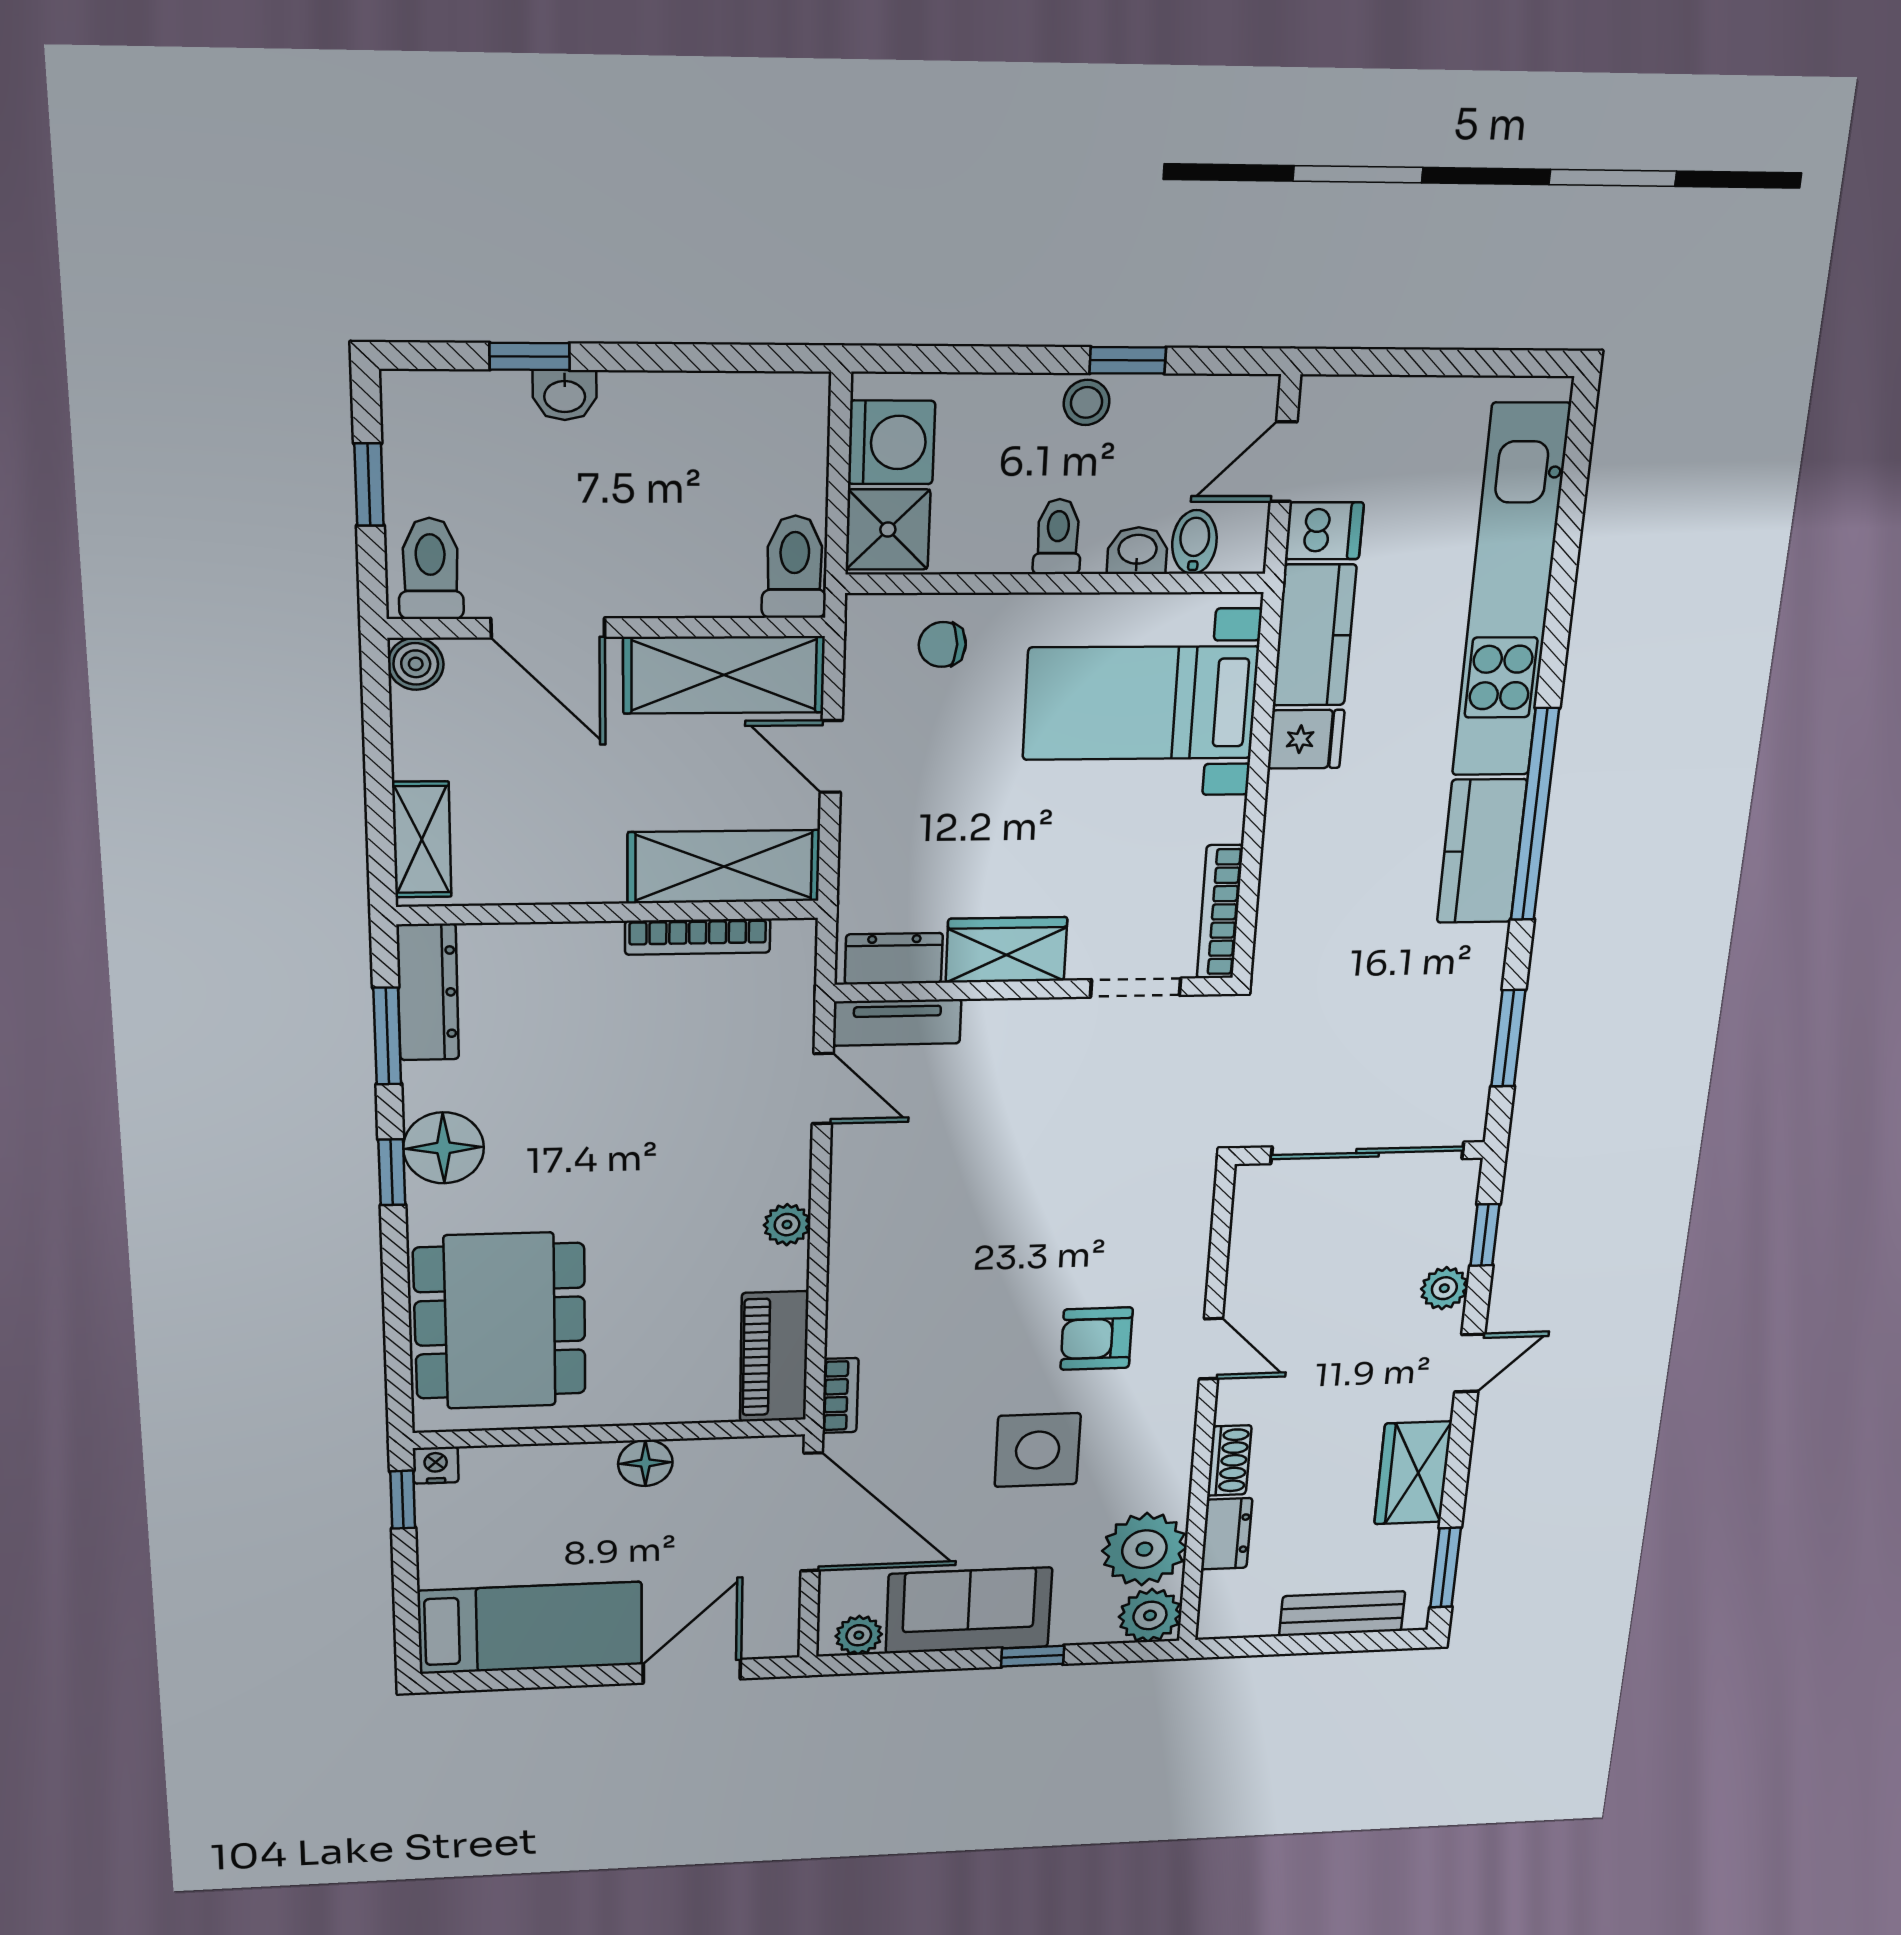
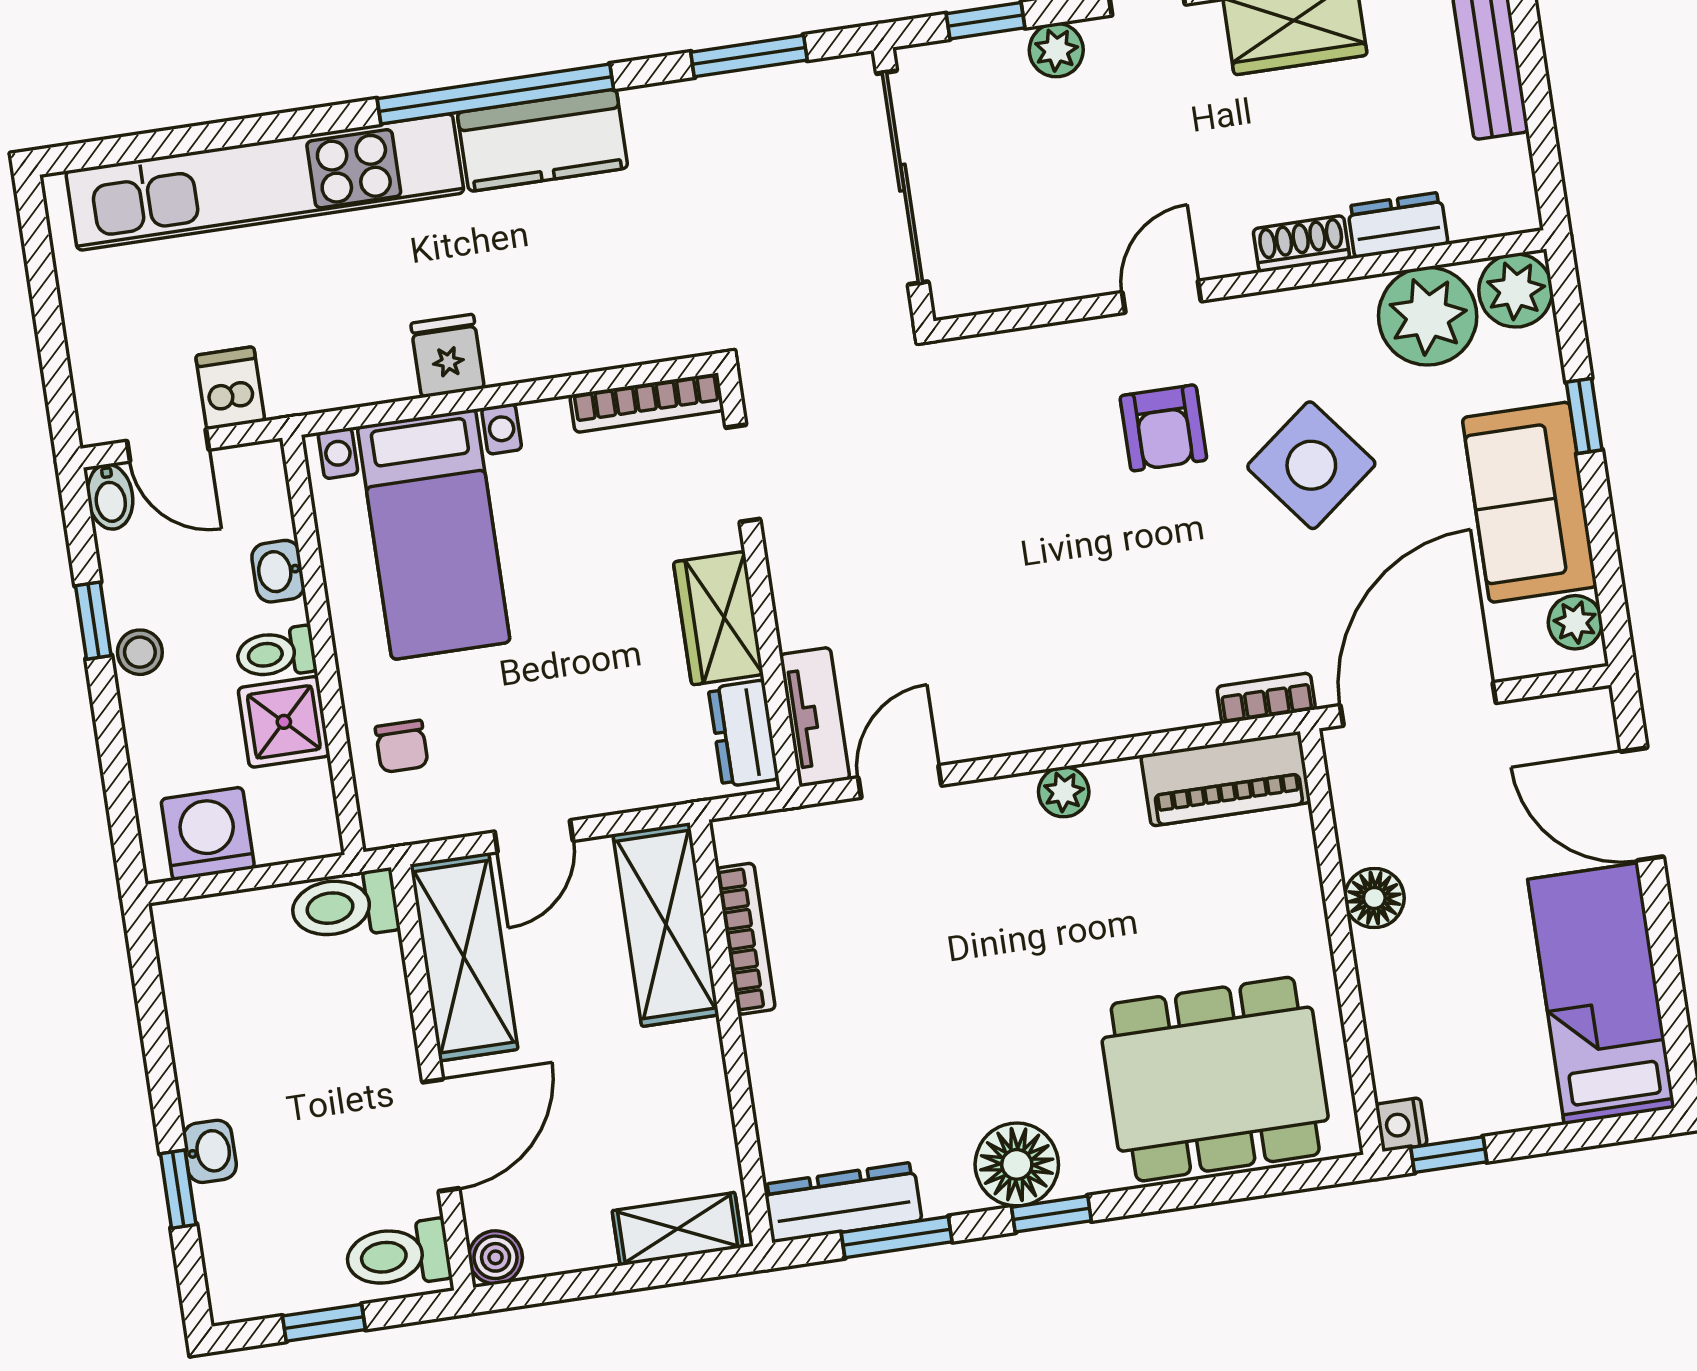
shower: (888, 529) -> (284, 722), moved
bidet: (1194, 542) -> (110, 497), moved, turned -90
kitchen counter: (1314, 635) -> (338, 373), removed
side table: (1038, 1450) -> (1311, 465), turned -38

